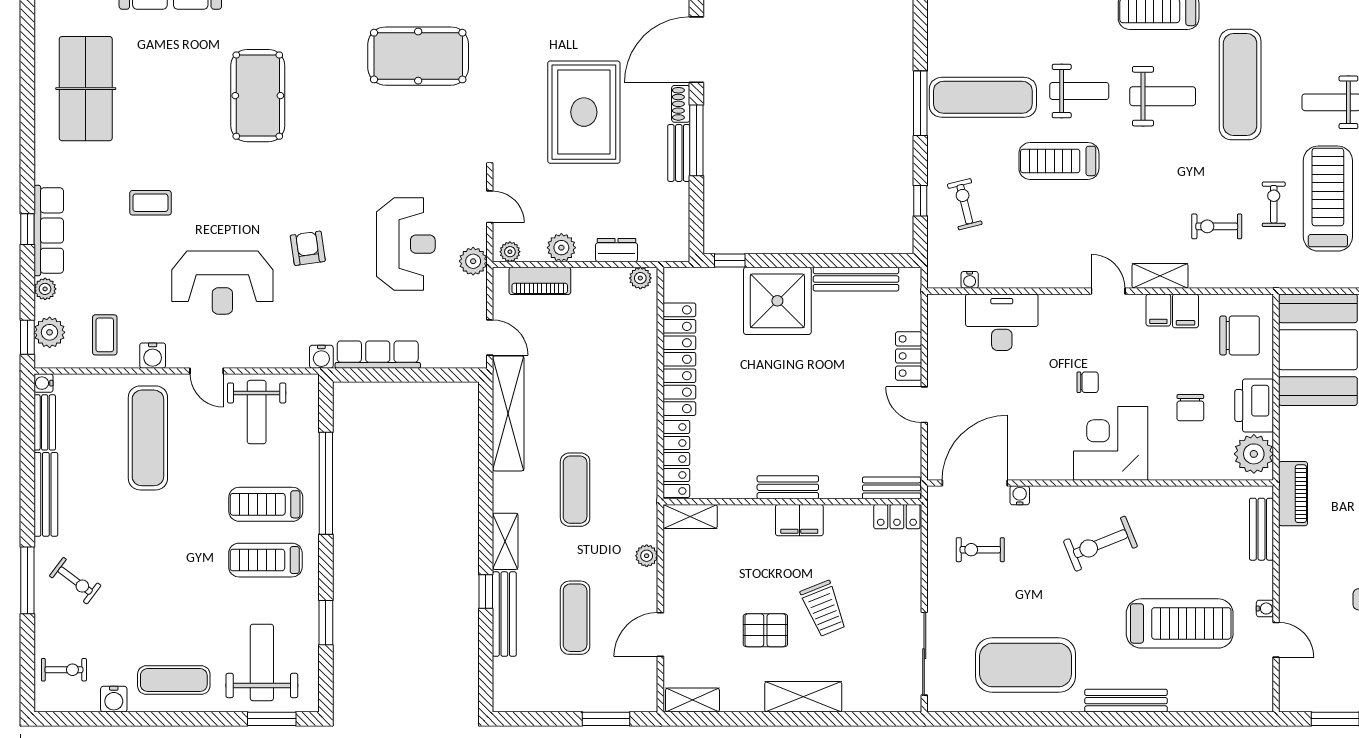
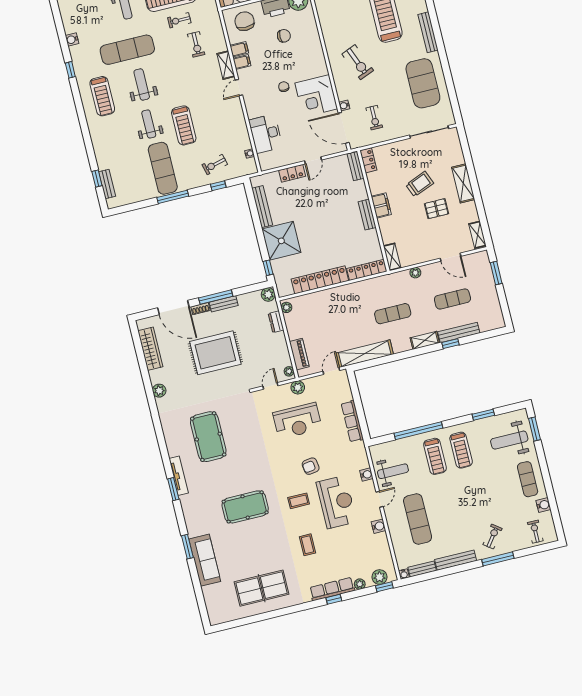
reception desk: (406, 244) -> (297, 421), turned 180
plant: (561, 248) -> (268, 295), moved
coffee table: (105, 335) -> (299, 501), moved
water cooler: (321, 357) -> (366, 475), moved
exercise mat: (148, 438) -> (418, 519), turned 90
corner desk: (1111, 443) -> (316, 96), moved
pallet: (765, 630) -> (436, 209), turned 90

